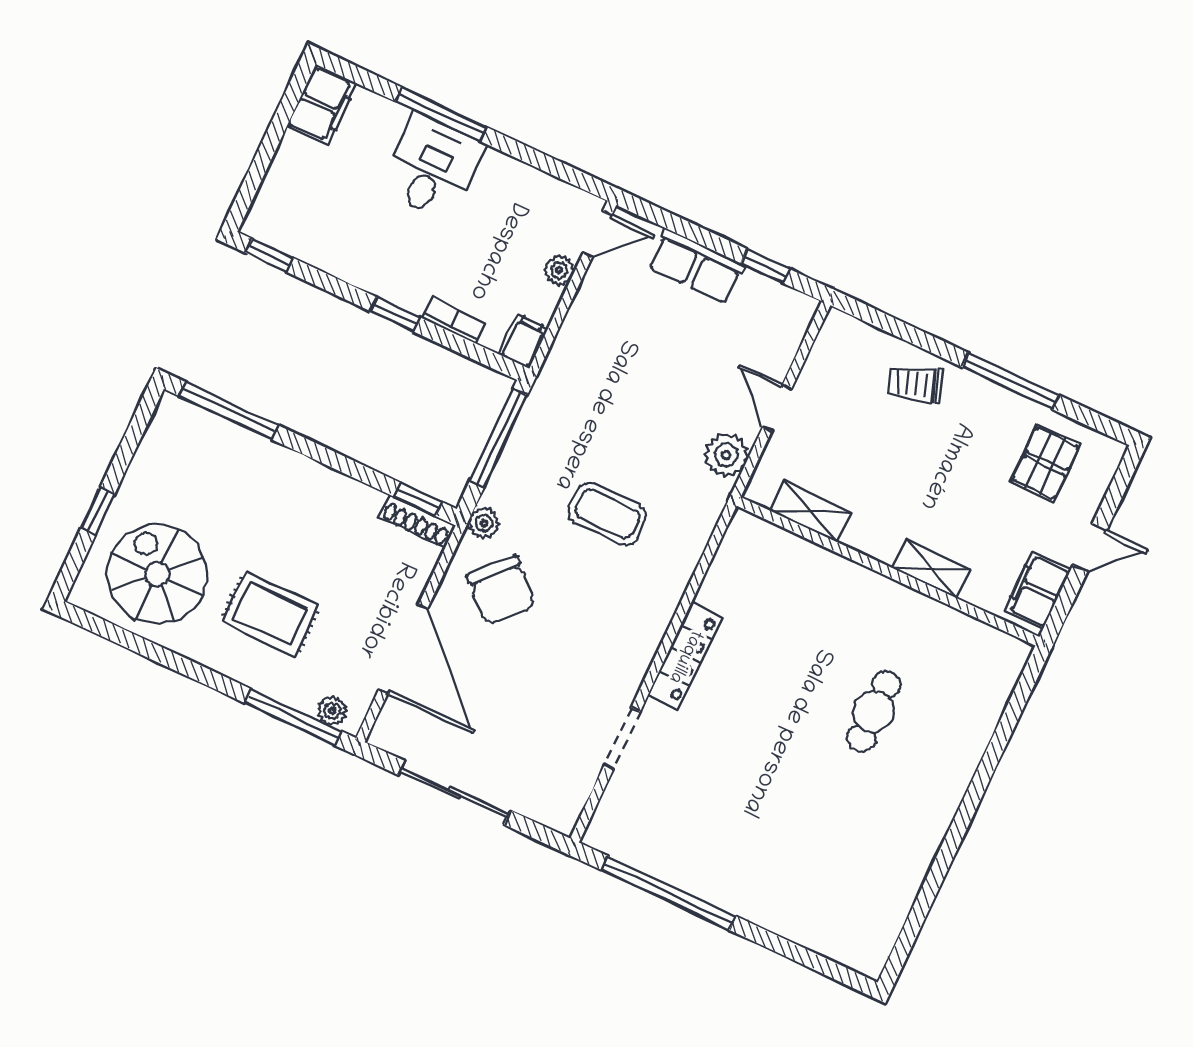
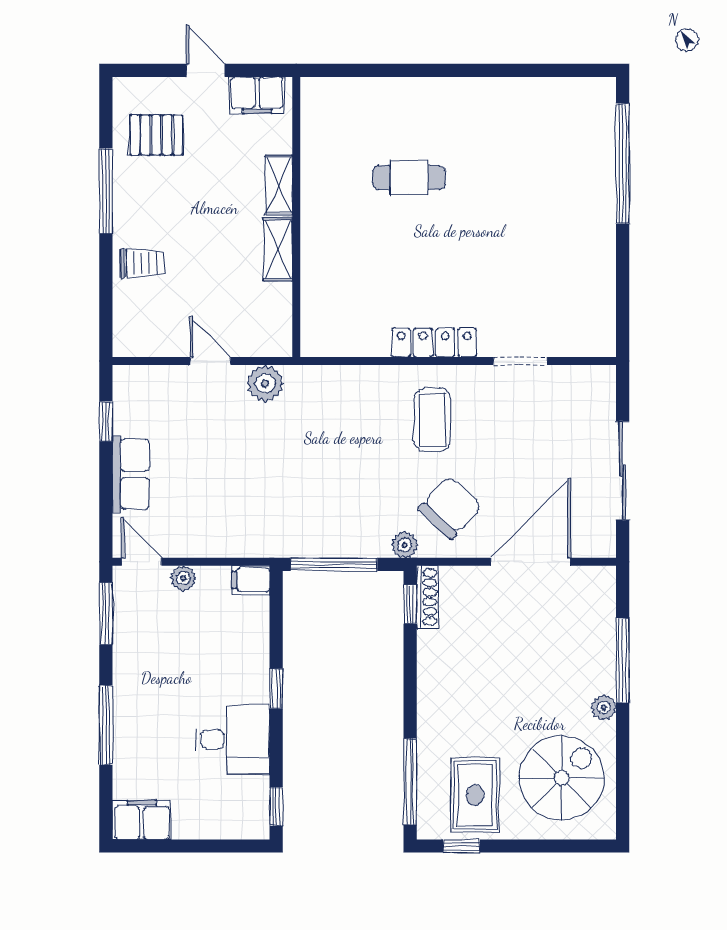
desk: (432, 167) -> (232, 739), moved, turned 180
window: (560, 170) -> (106, 614), added
bookcase: (454, 320) -> (260, 641), removed
trolley: (915, 384) -> (142, 263), turned -71
door: (777, 408) -> (210, 361), swing flipped
window: (98, 511) -> (461, 846), moved
shelving: (811, 512) -> (278, 249), moved
coffee table: (607, 514) -> (432, 420), moved
spiral stairs: (157, 574) -> (562, 778), turned 180
rug: (270, 614) -> (475, 795), moved
plant: (332, 711) -> (604, 707), moved
window: (293, 717) -> (623, 660), moved
window: (669, 893) -> (623, 164), moved

